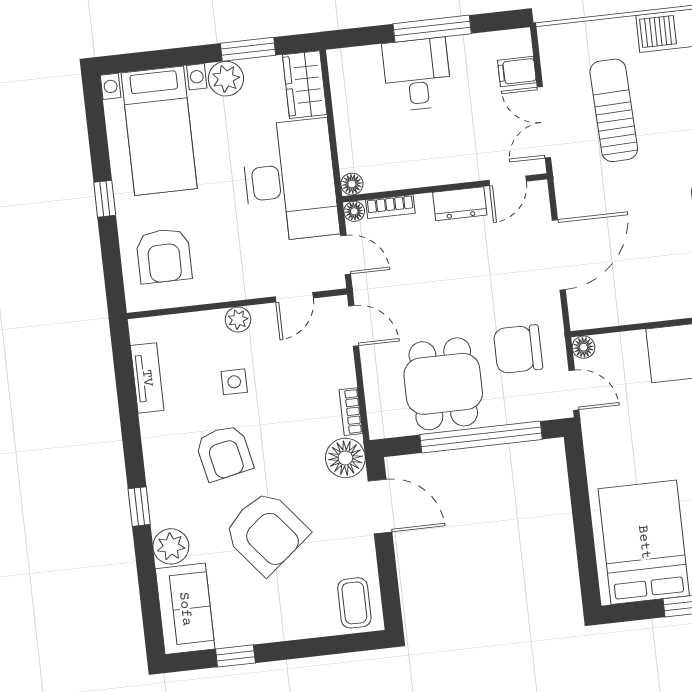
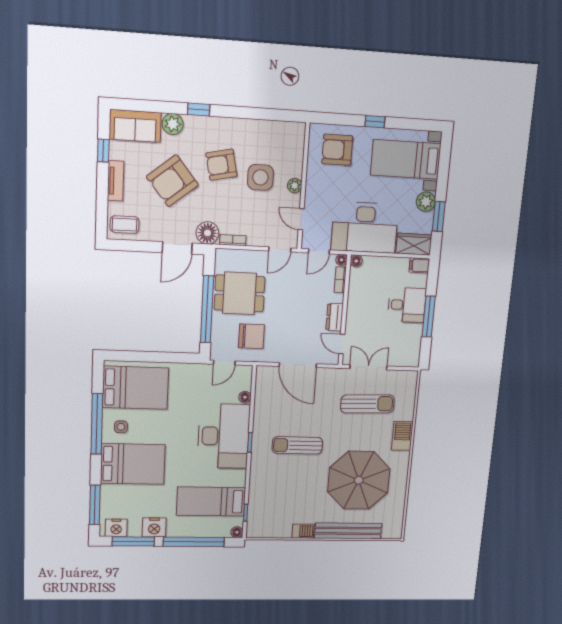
filing cabinet: (517, 72) -> (419, 265), moved, turned -90
floor lamp: (584, 347) -> (245, 397), moved
chair: (518, 349) -> (251, 336), turned 90
tv unit: (147, 378) -> (116, 181), moved, turned -90
side table: (234, 382) -> (260, 177), width x1.87, depth x1.87

